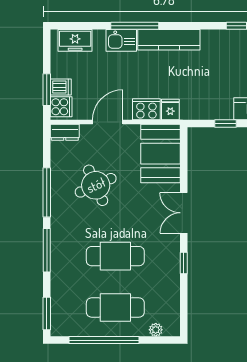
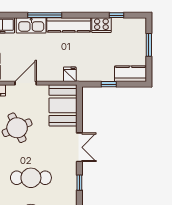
kitchen sink: (121, 40) -> (31, 25), width x1.38
cooker: (146, 109) -> (101, 25), moved, turned 180
double door: (184, 213) -> (79, 147), swing flipped

